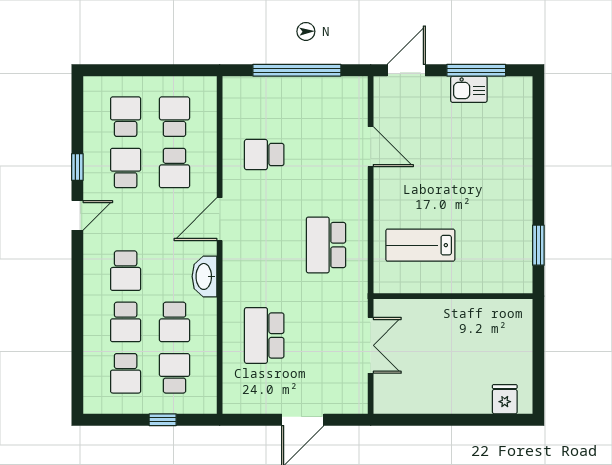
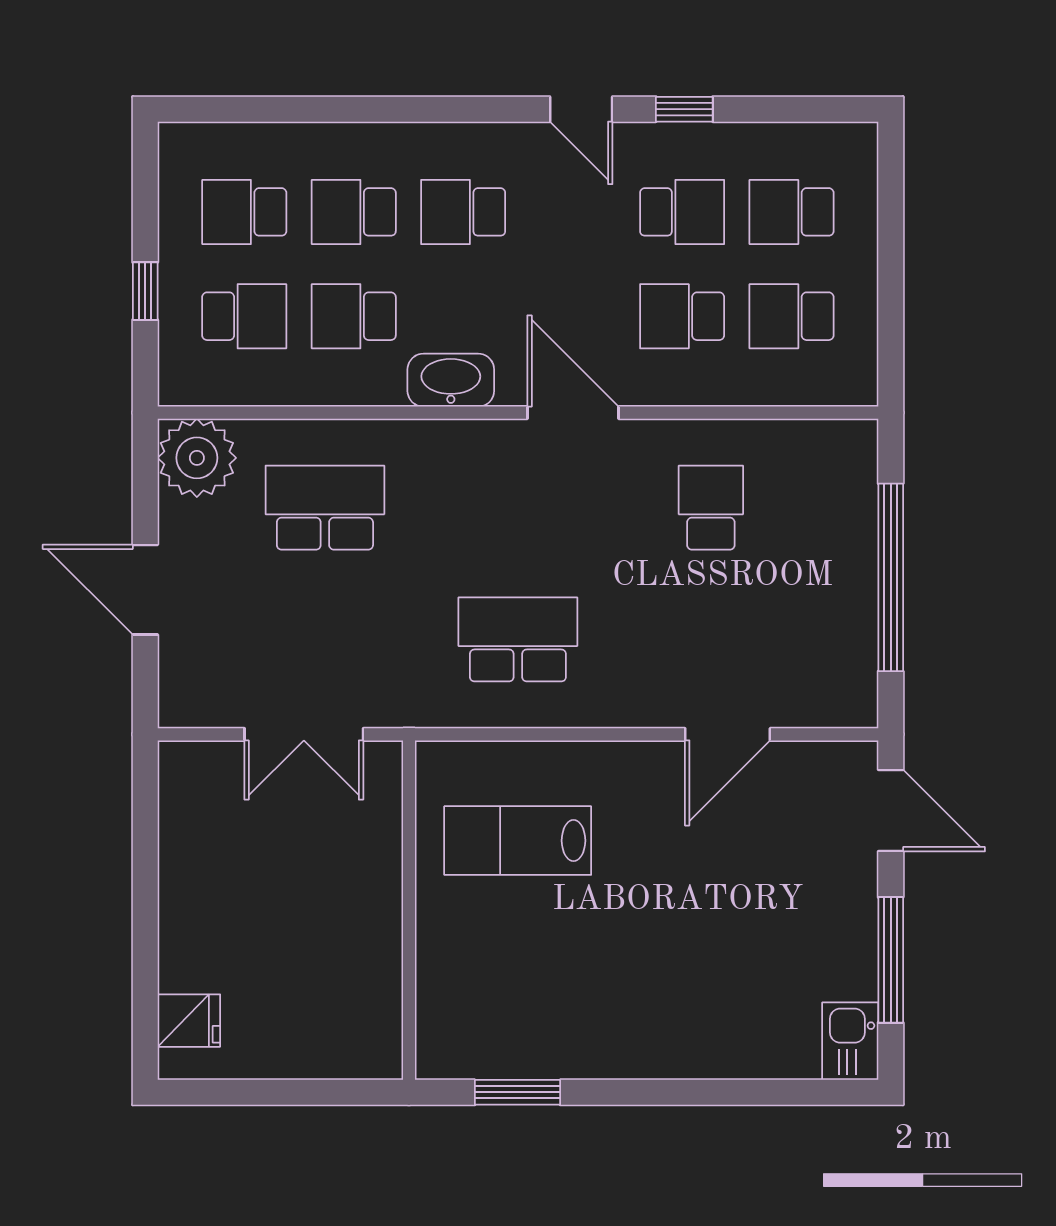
kitchen sink: (469, 89) -> (850, 1041), moved
school desk: (126, 117) -> (792, 212), turned 180
school desk: (175, 117) -> (792, 316), turned 180
lab bench: (420, 245) -> (518, 841), turned -90
plant: (241, 396) -> (197, 458), added

